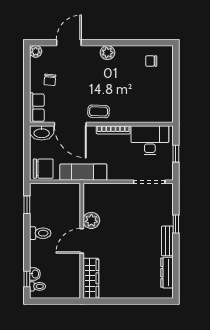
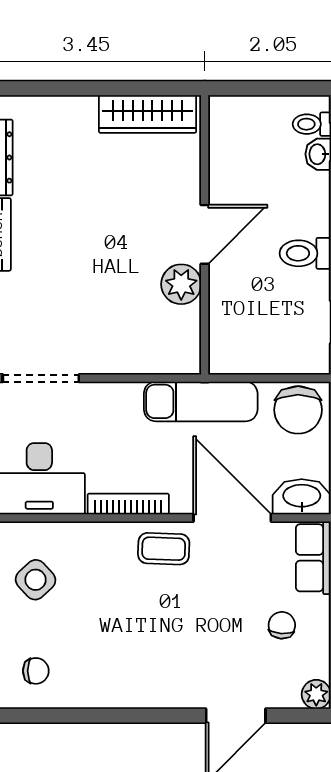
plant: (107, 53) -> (142, 691), removed
side table: (151, 99) -> (36, 580), added
chair: (43, 169) -> (298, 410), turned -90
wardrobe: (91, 278) -> (148, 114), moved, turned -90

